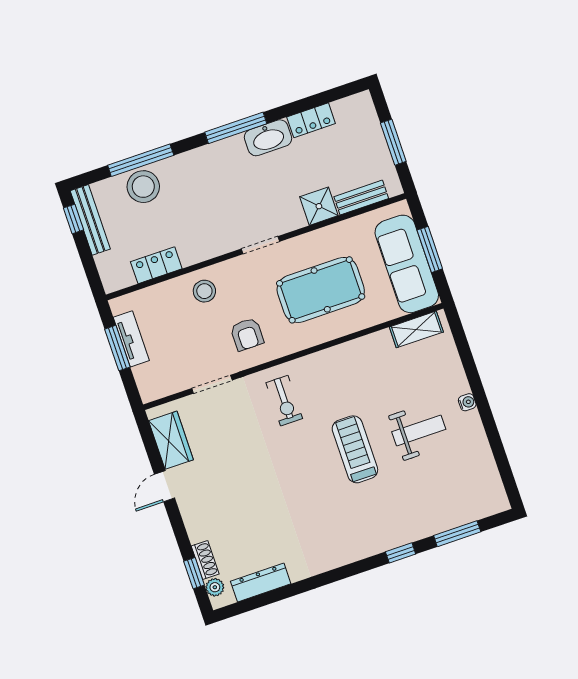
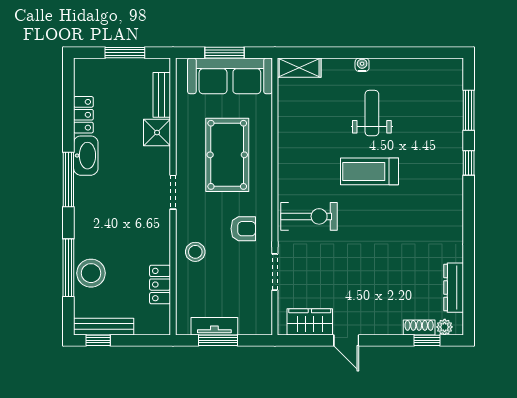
shelving: (416, 329) -> (299, 68), moved, turned 90
exercise bike: (284, 401) -> (309, 216), width x1.38, depth x1.39

